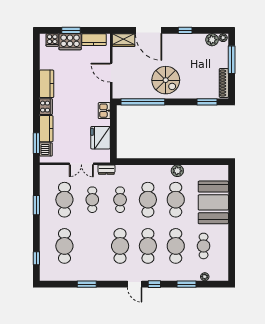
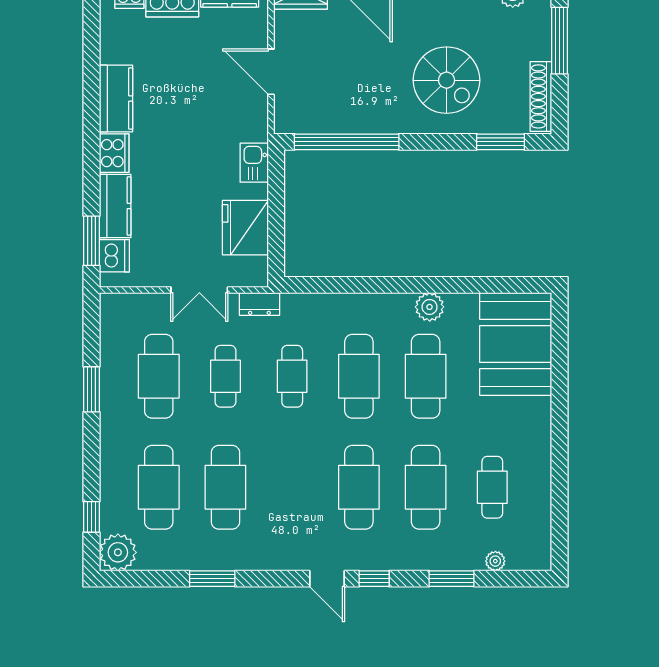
spiral stairs: (166, 80) -> (447, 80), moved
booth: (213, 202) -> (516, 344), moved
cafe table: (120, 246) -> (225, 487), moved
plant: (47, 273) -> (118, 552), added

